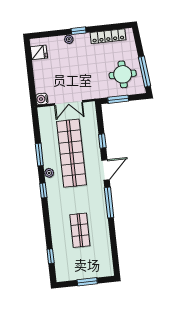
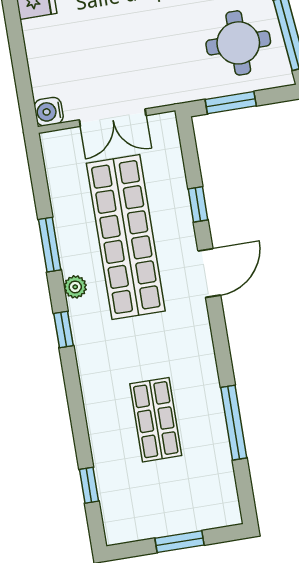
window: (109, 203) -> (234, 423), moved

